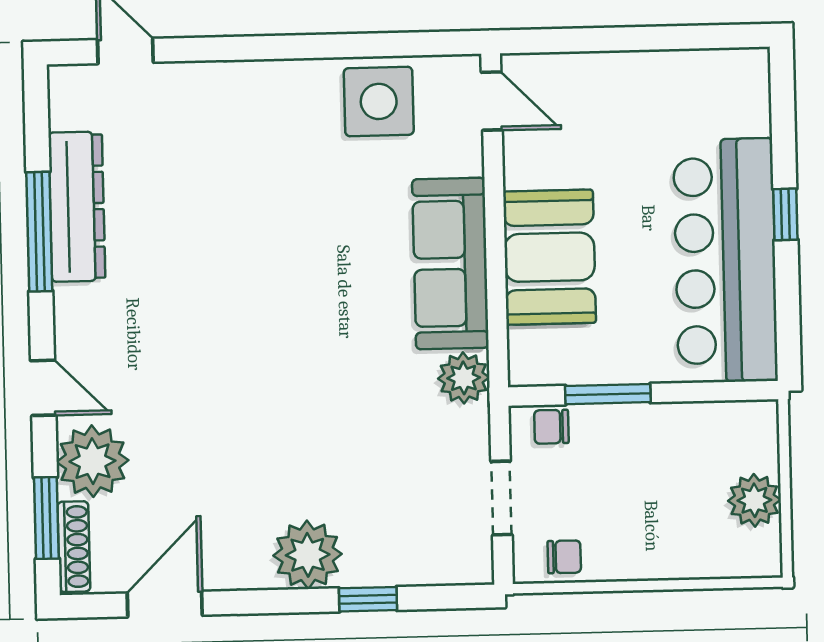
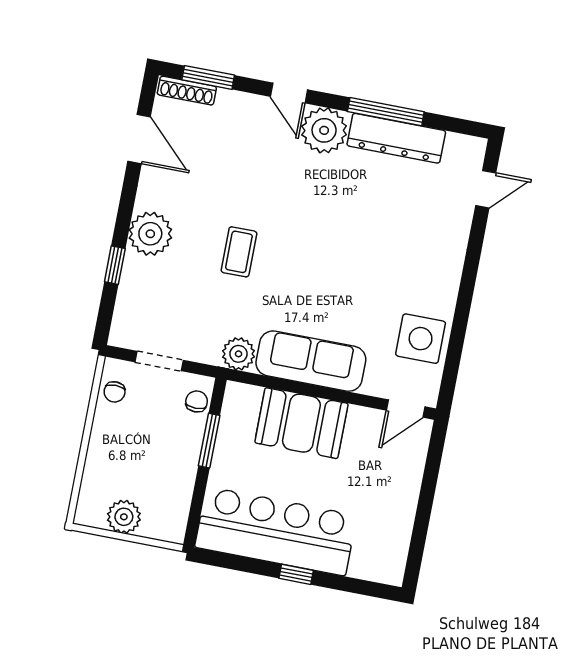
door: (43, 388) -> (289, 93), hinge flipped
coffee table: (306, 412) -> (239, 252), added
plant: (93, 461) -> (324, 130), moved

